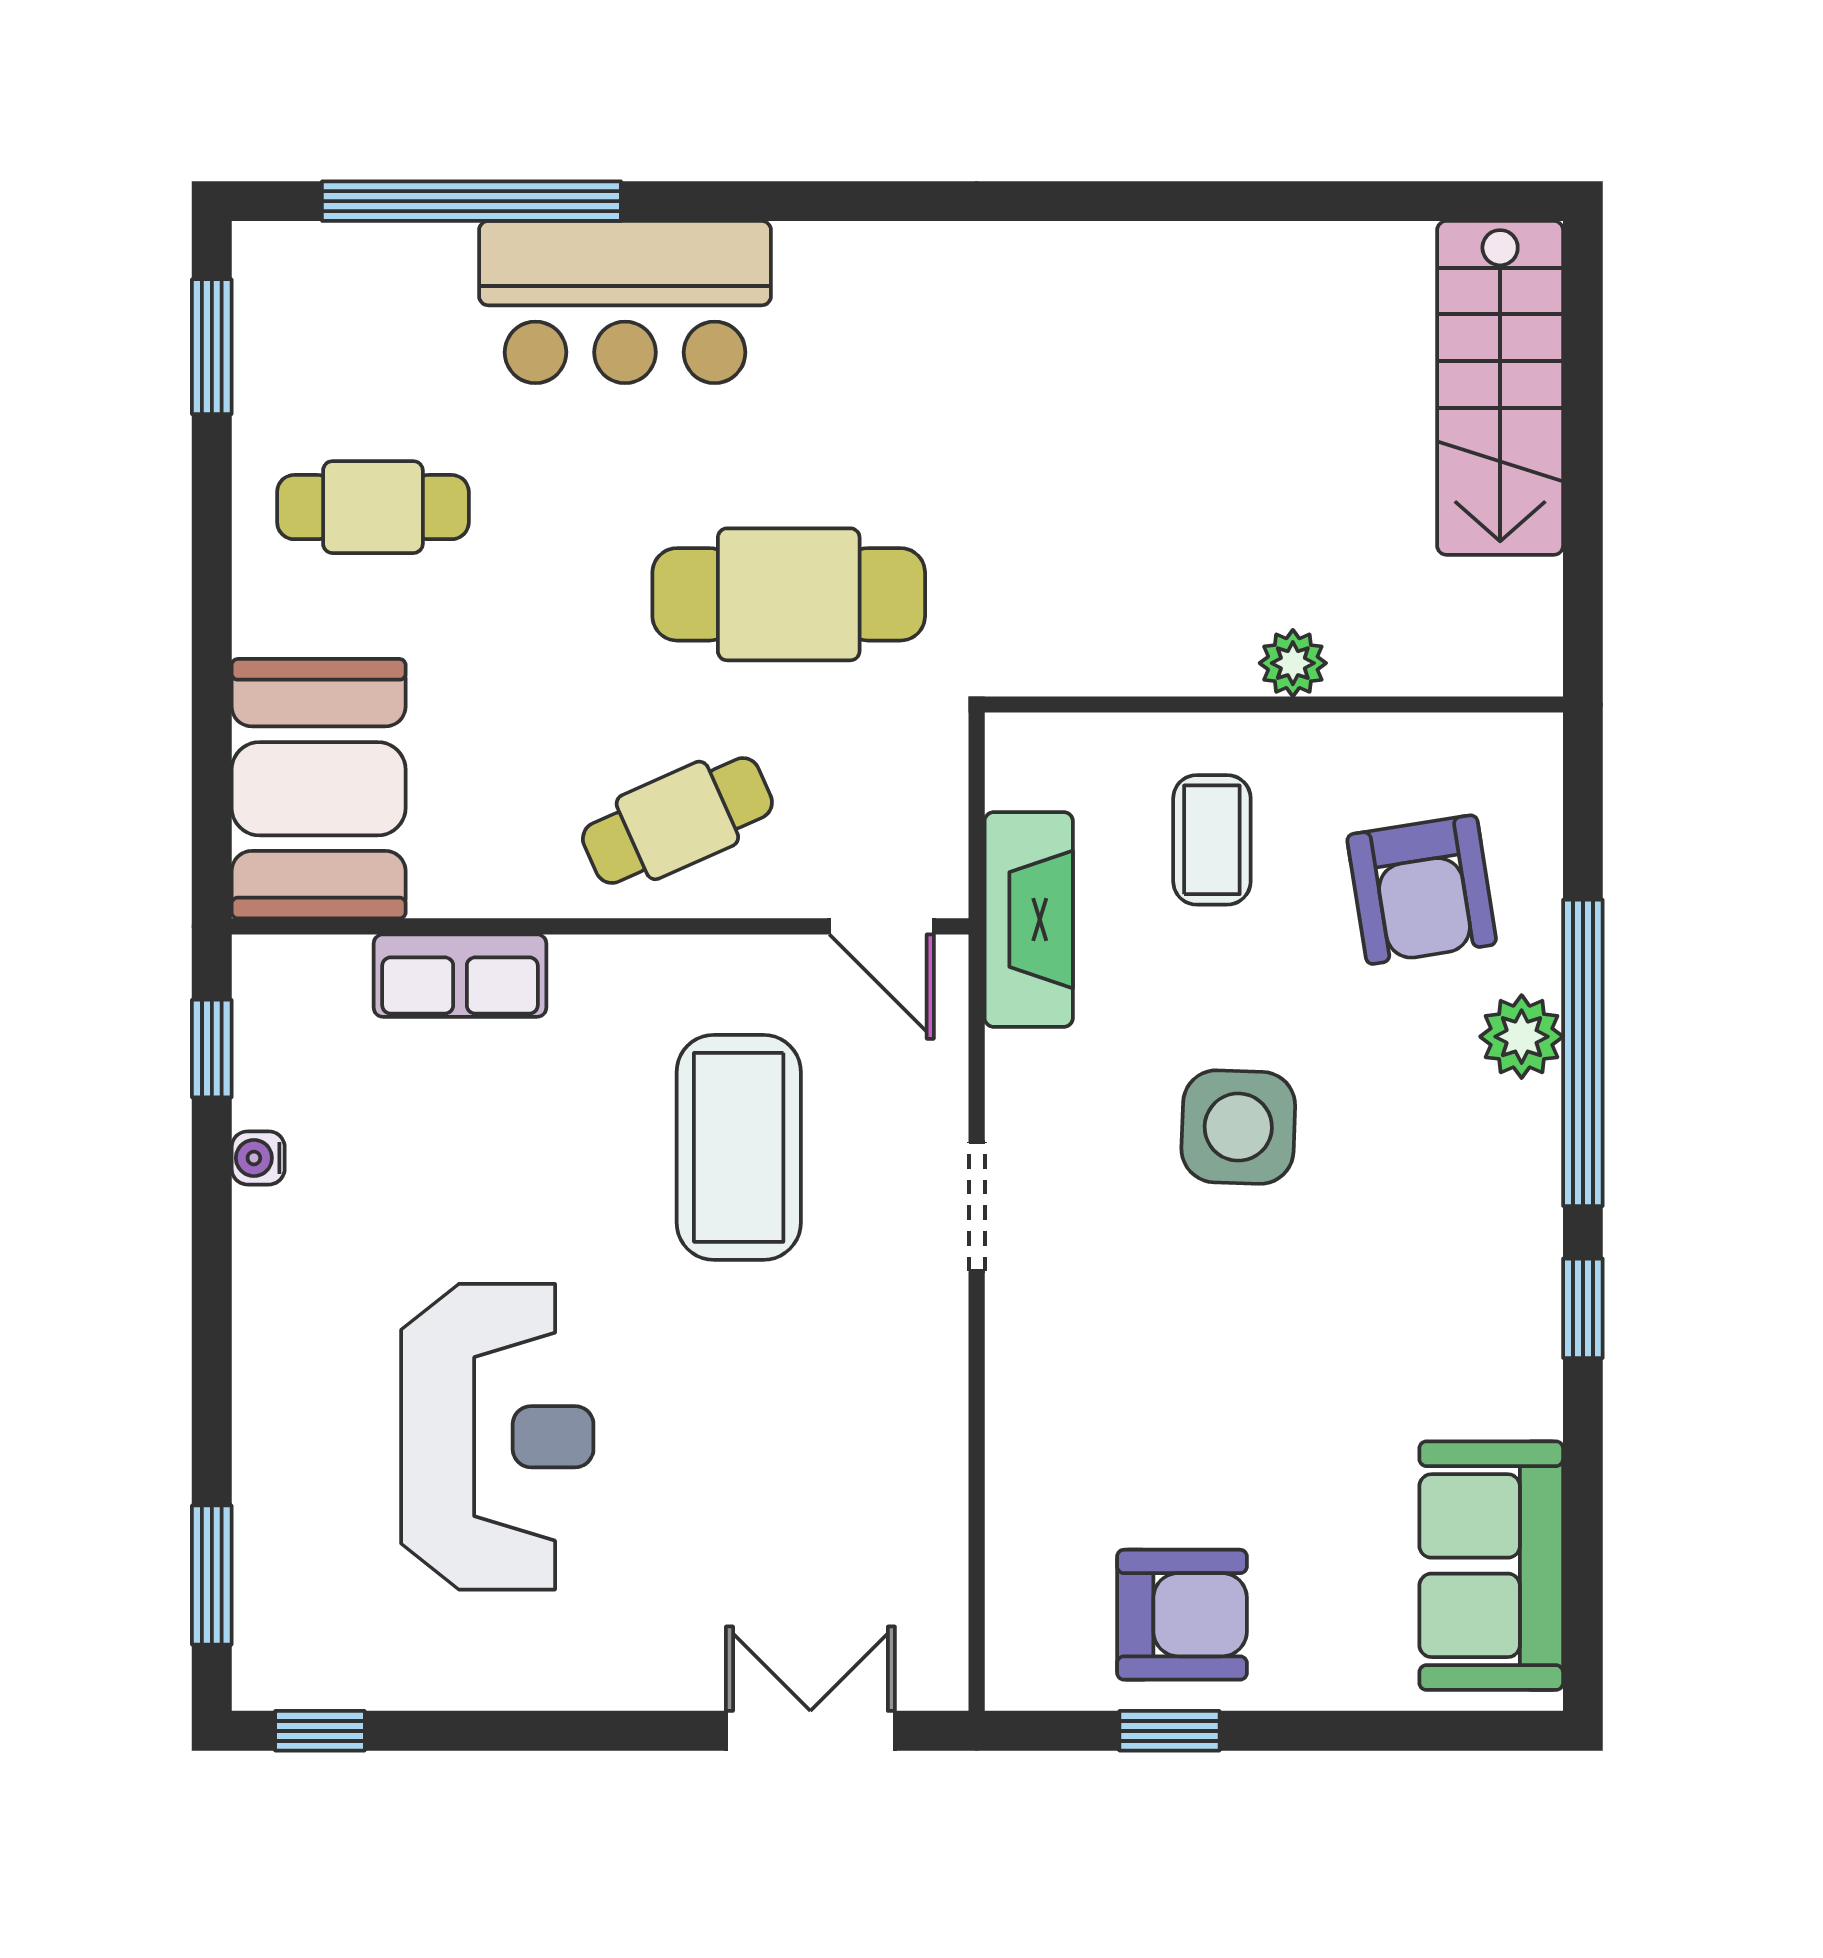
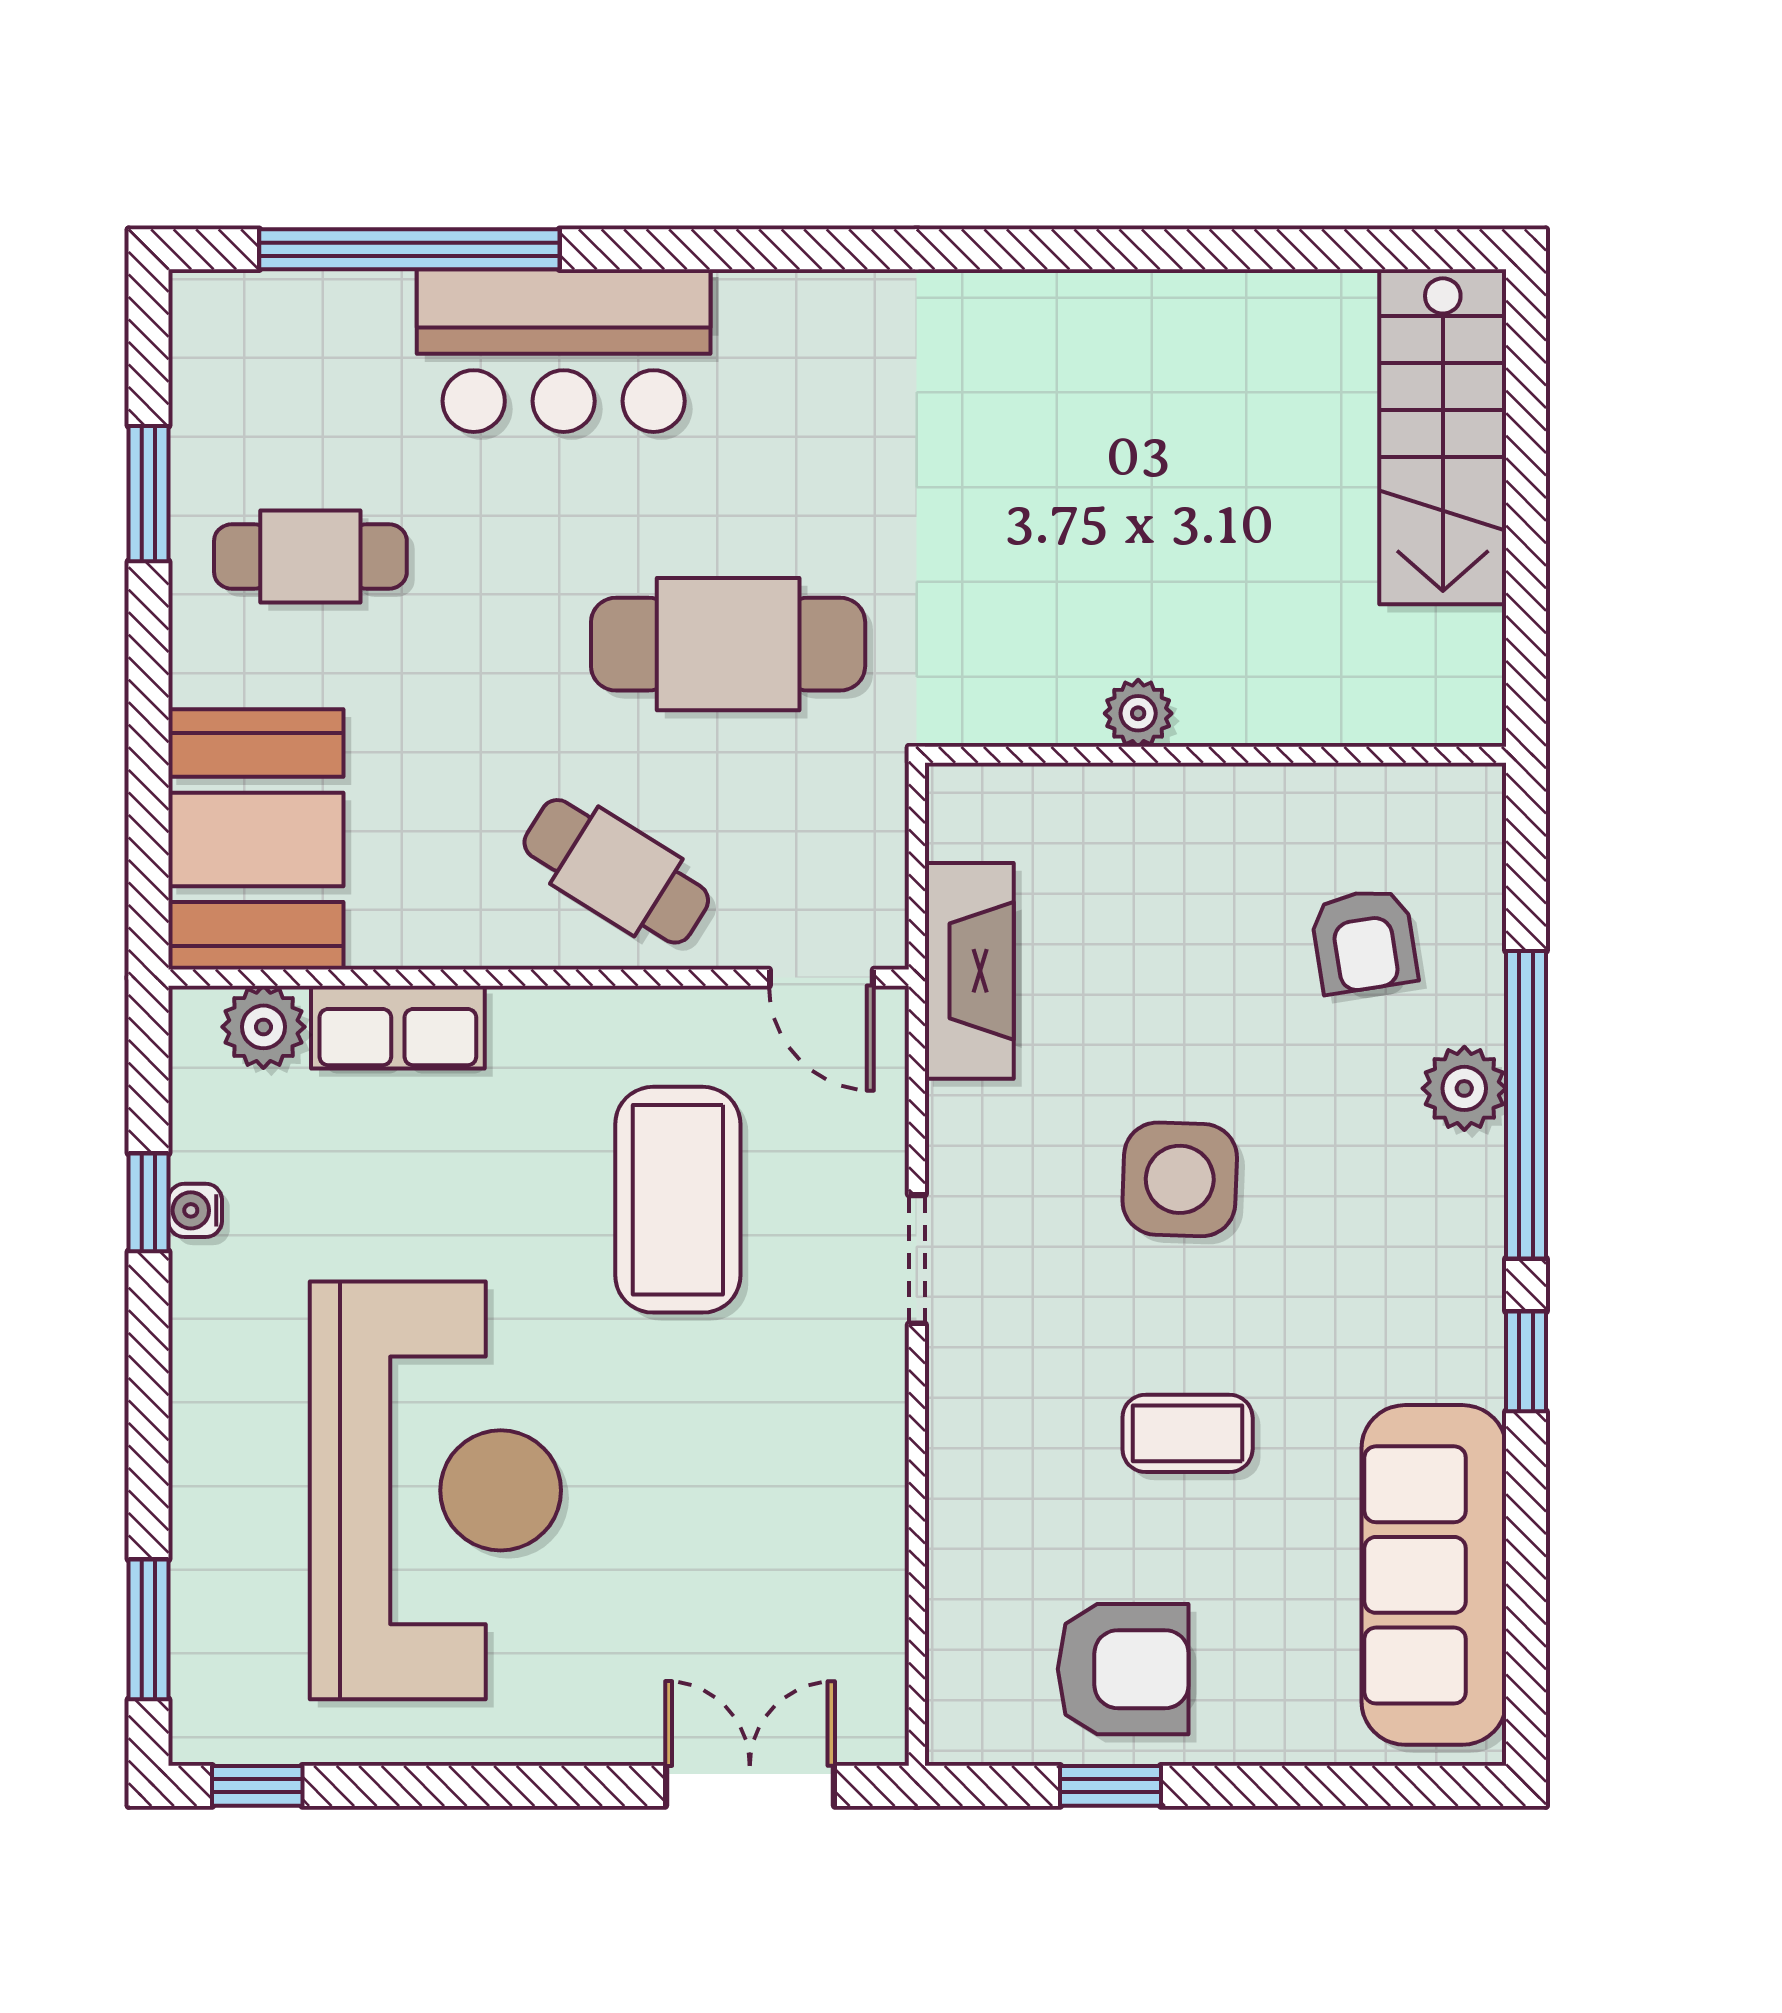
window: (212, 347) -> (148, 494), moved
plant: (1293, 663) -> (1138, 713), moved
cafe table: (677, 820) -> (616, 871), turned 56
coffee table: (1212, 840) -> (1188, 1433), moved, turned 90
armchair: (1422, 890) -> (1364, 941), width x0.72, depth x0.72
plant: (326, 975) -> (263, 1027), added
window: (212, 1049) -> (148, 1202), moved
reception desk: (497, 1437) -> (435, 1490), width x1.36, depth x1.30
sofa: (1491, 1566) -> (1434, 1575), width x1.36

